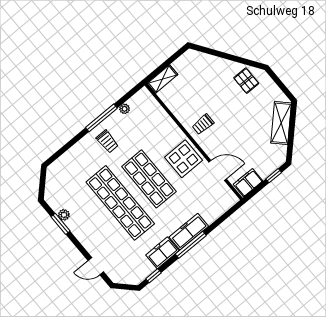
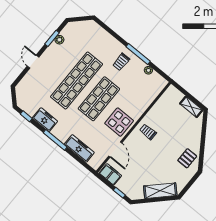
shelving: (162, 79) -> (191, 107), moved
freezer: (189, 232) -> (79, 148), moved
door: (96, 266) -> (33, 62), moved

